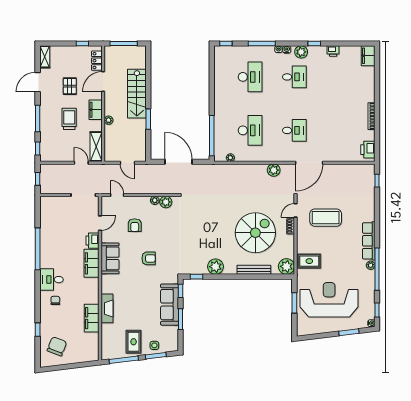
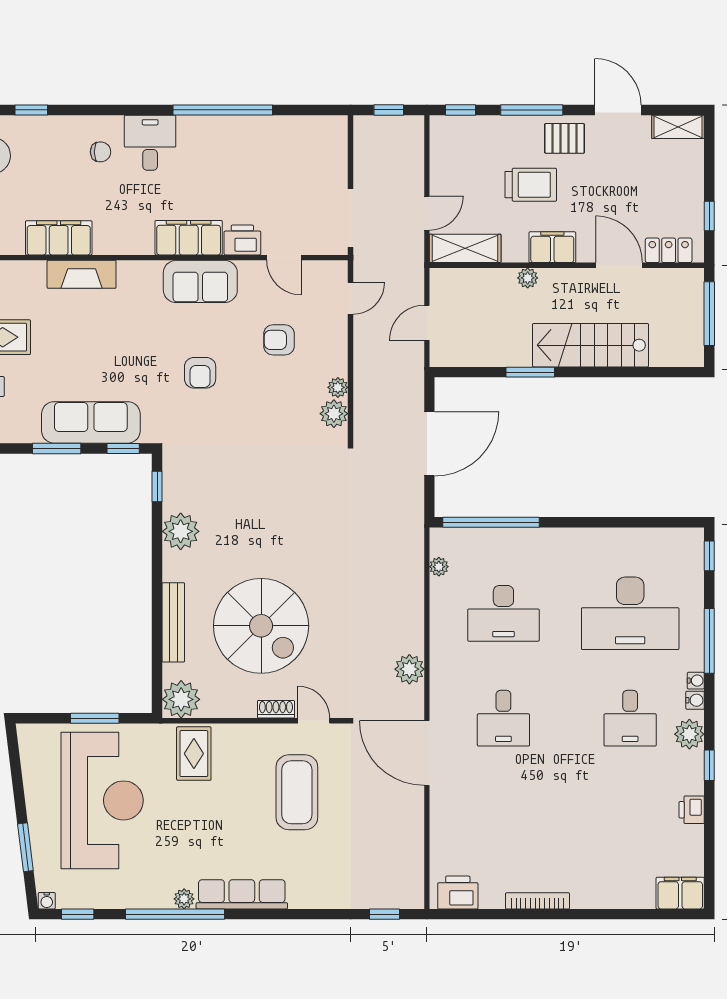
desk: (250, 77) -> (630, 613), width x1.36, depth x1.30
pallet: (70, 86) -> (565, 138), moved

